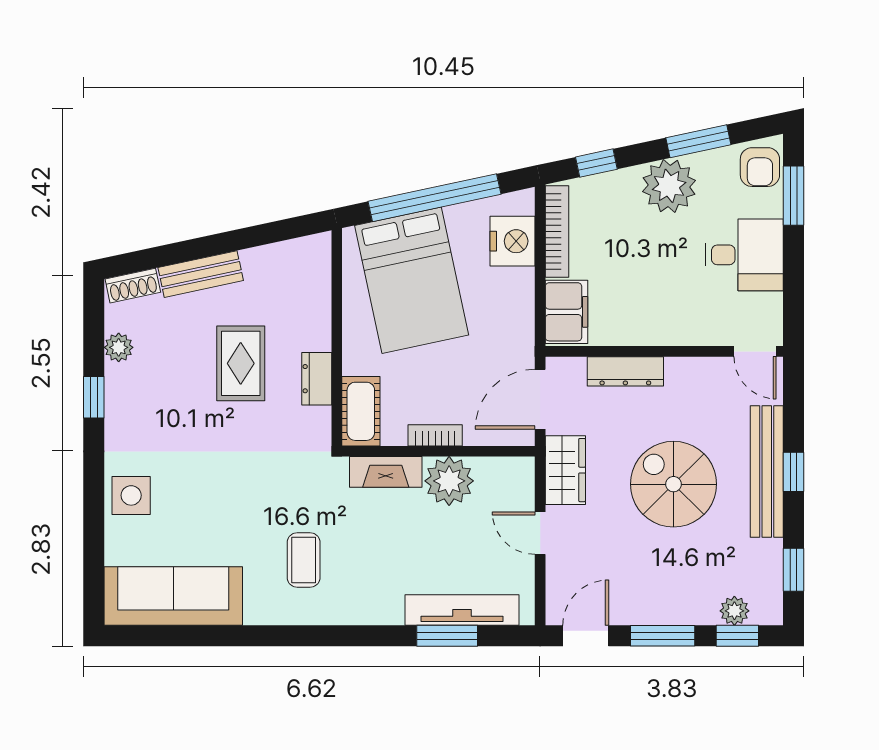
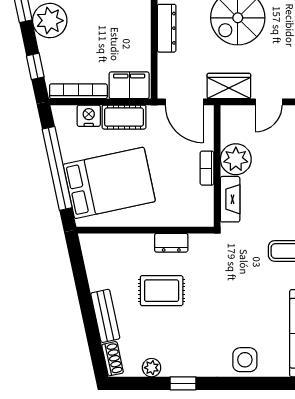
nightstand: (513, 241) -> (89, 116), width x0.74, depth x0.75
dresser: (625, 371) -> (167, 28), moved
cot: (361, 411) -> (124, 117), moved

